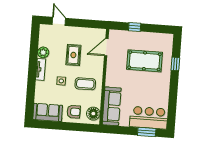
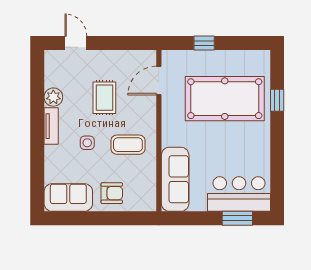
pool table: (144, 61) -> (225, 99), width x1.36, depth x1.32
floor lamp: (93, 114) -> (145, 194), removed

